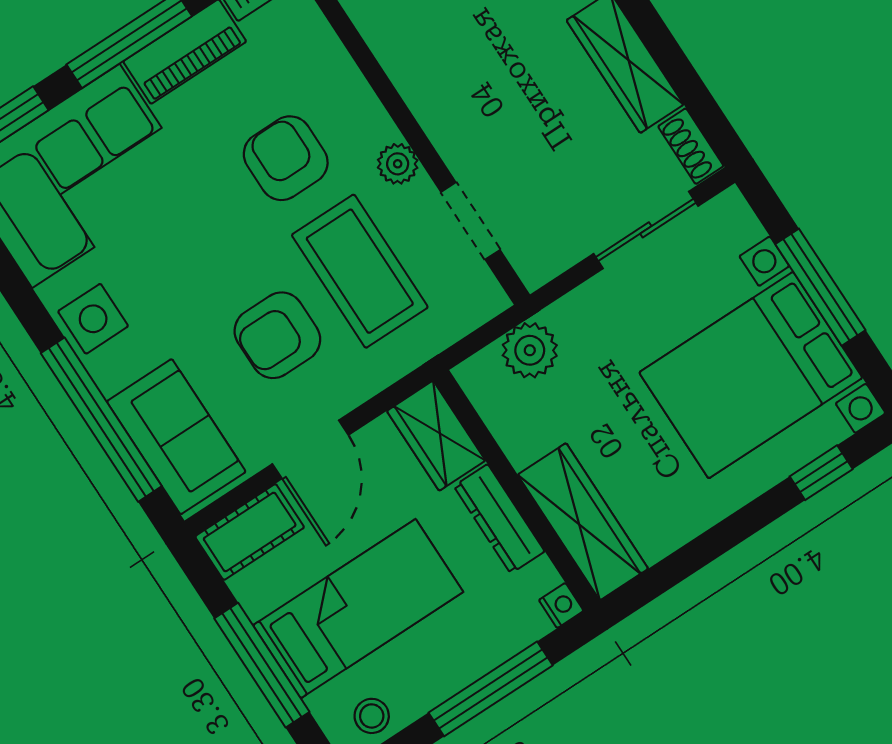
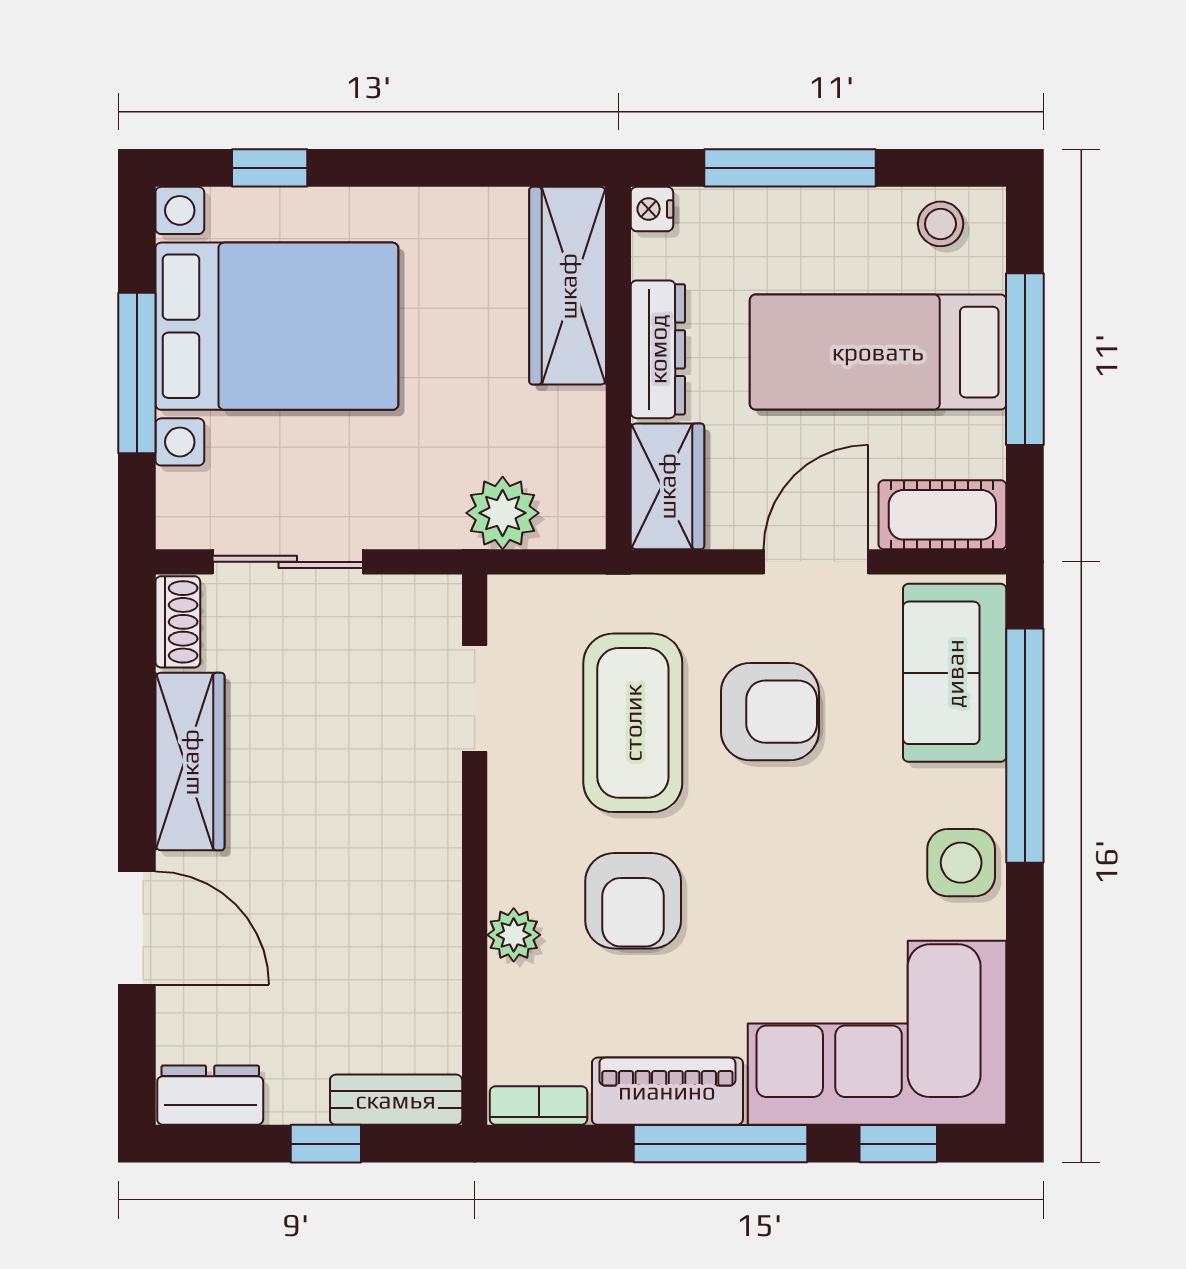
plant: (398, 164) -> (514, 935), moved

